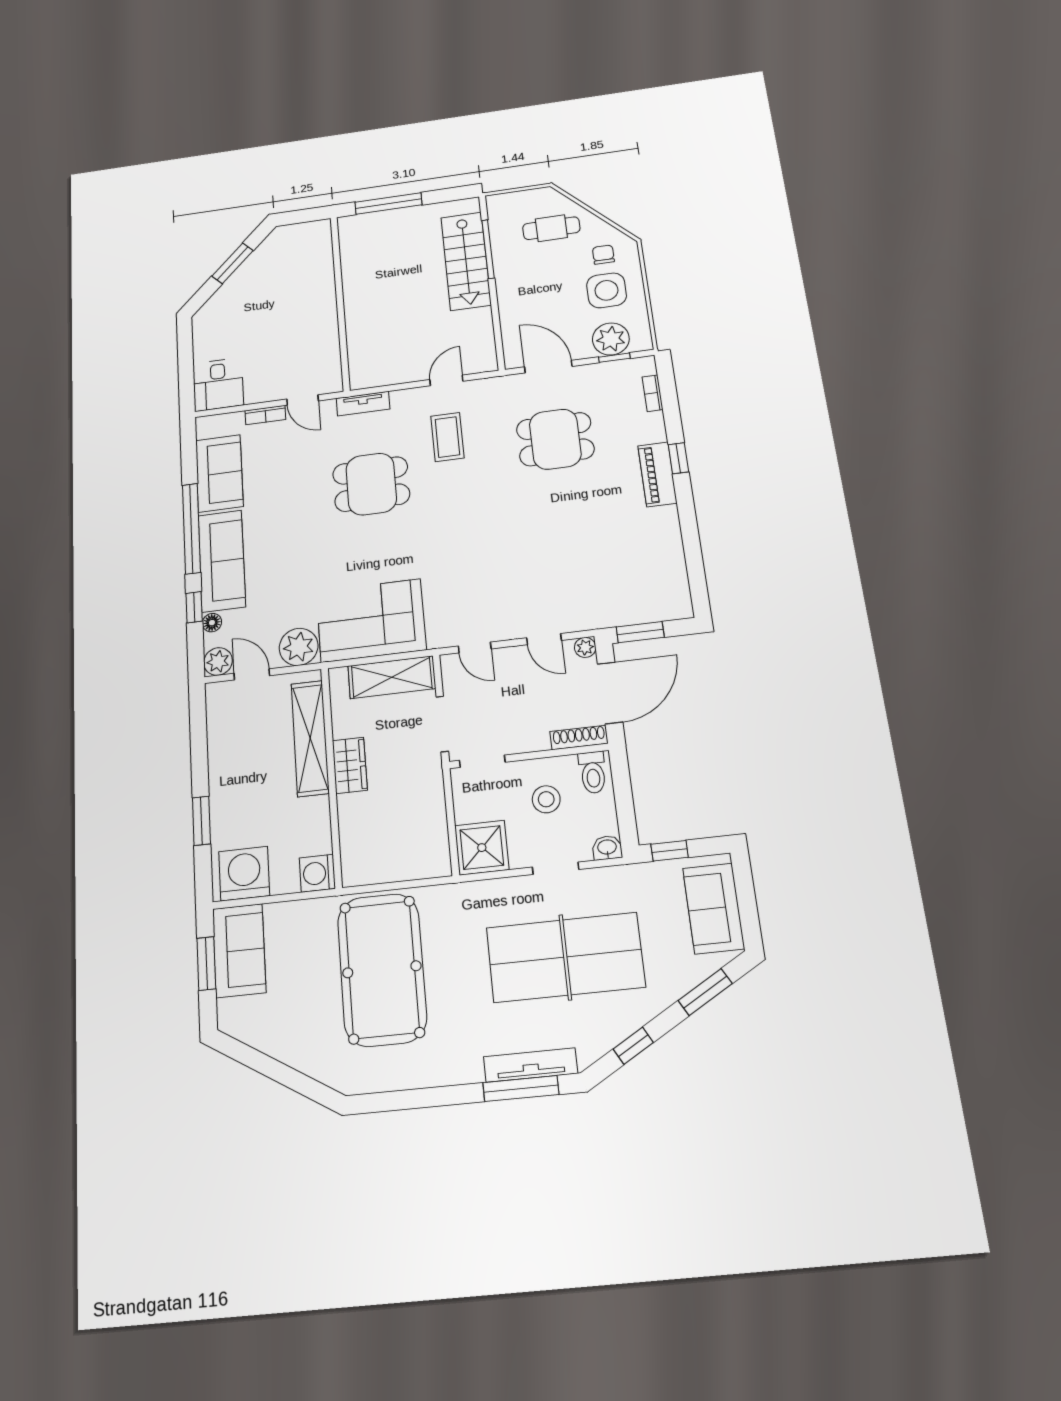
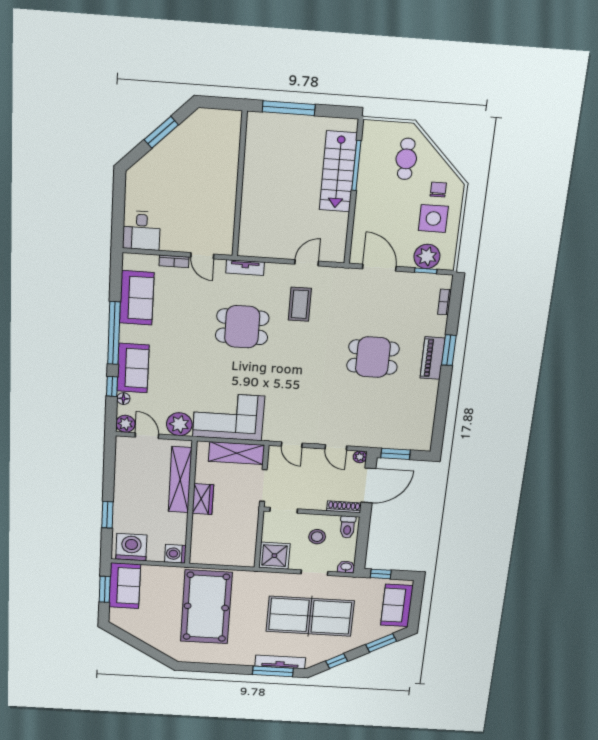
cafe table: (551, 228) -> (406, 159), turned 90
dining table: (555, 439) -> (373, 357), moved
window: (678, 458) -> (449, 350), width x1.50
sofa: (222, 561) -> (133, 368), width x0.73

